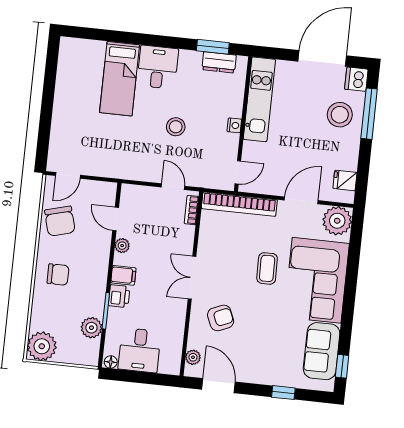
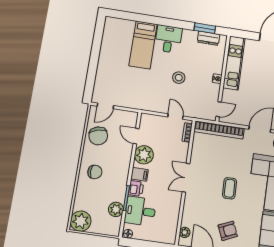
plant: (122, 246) -> (144, 155), width x1.87, depth x1.87
coffee table: (267, 268) -> (230, 188), moved
armchair: (221, 318) -> (228, 231), moved
desk: (140, 350) -> (140, 211), moved, turned 90

